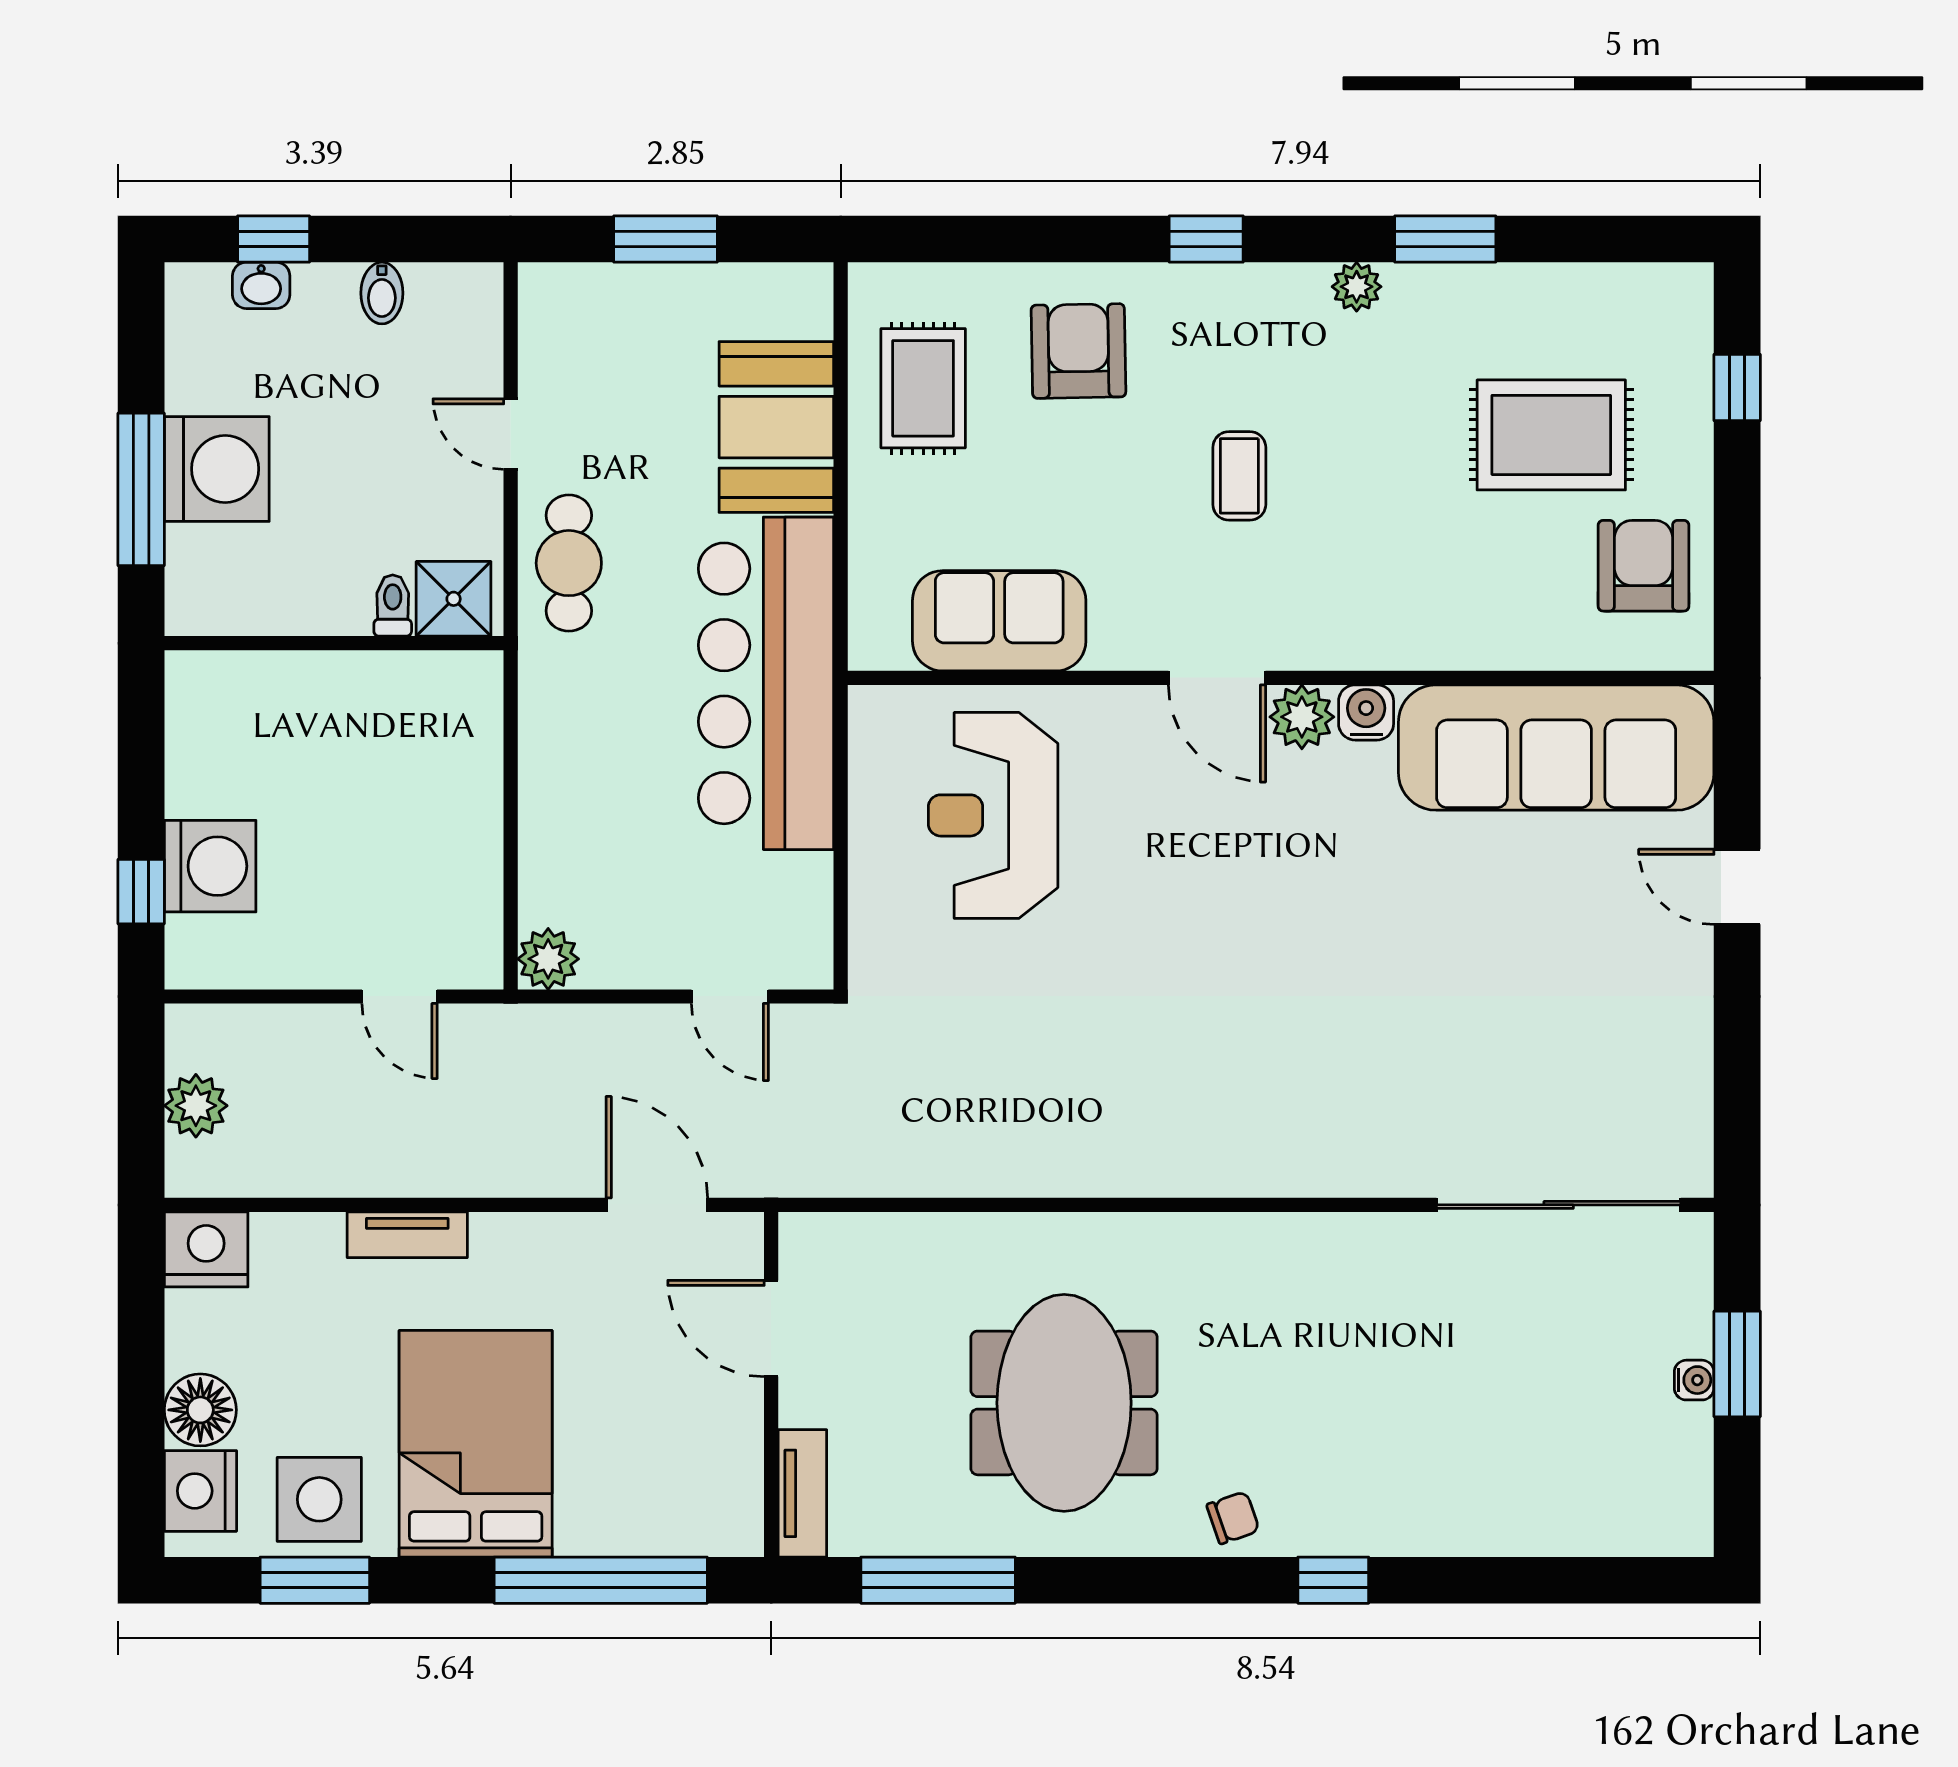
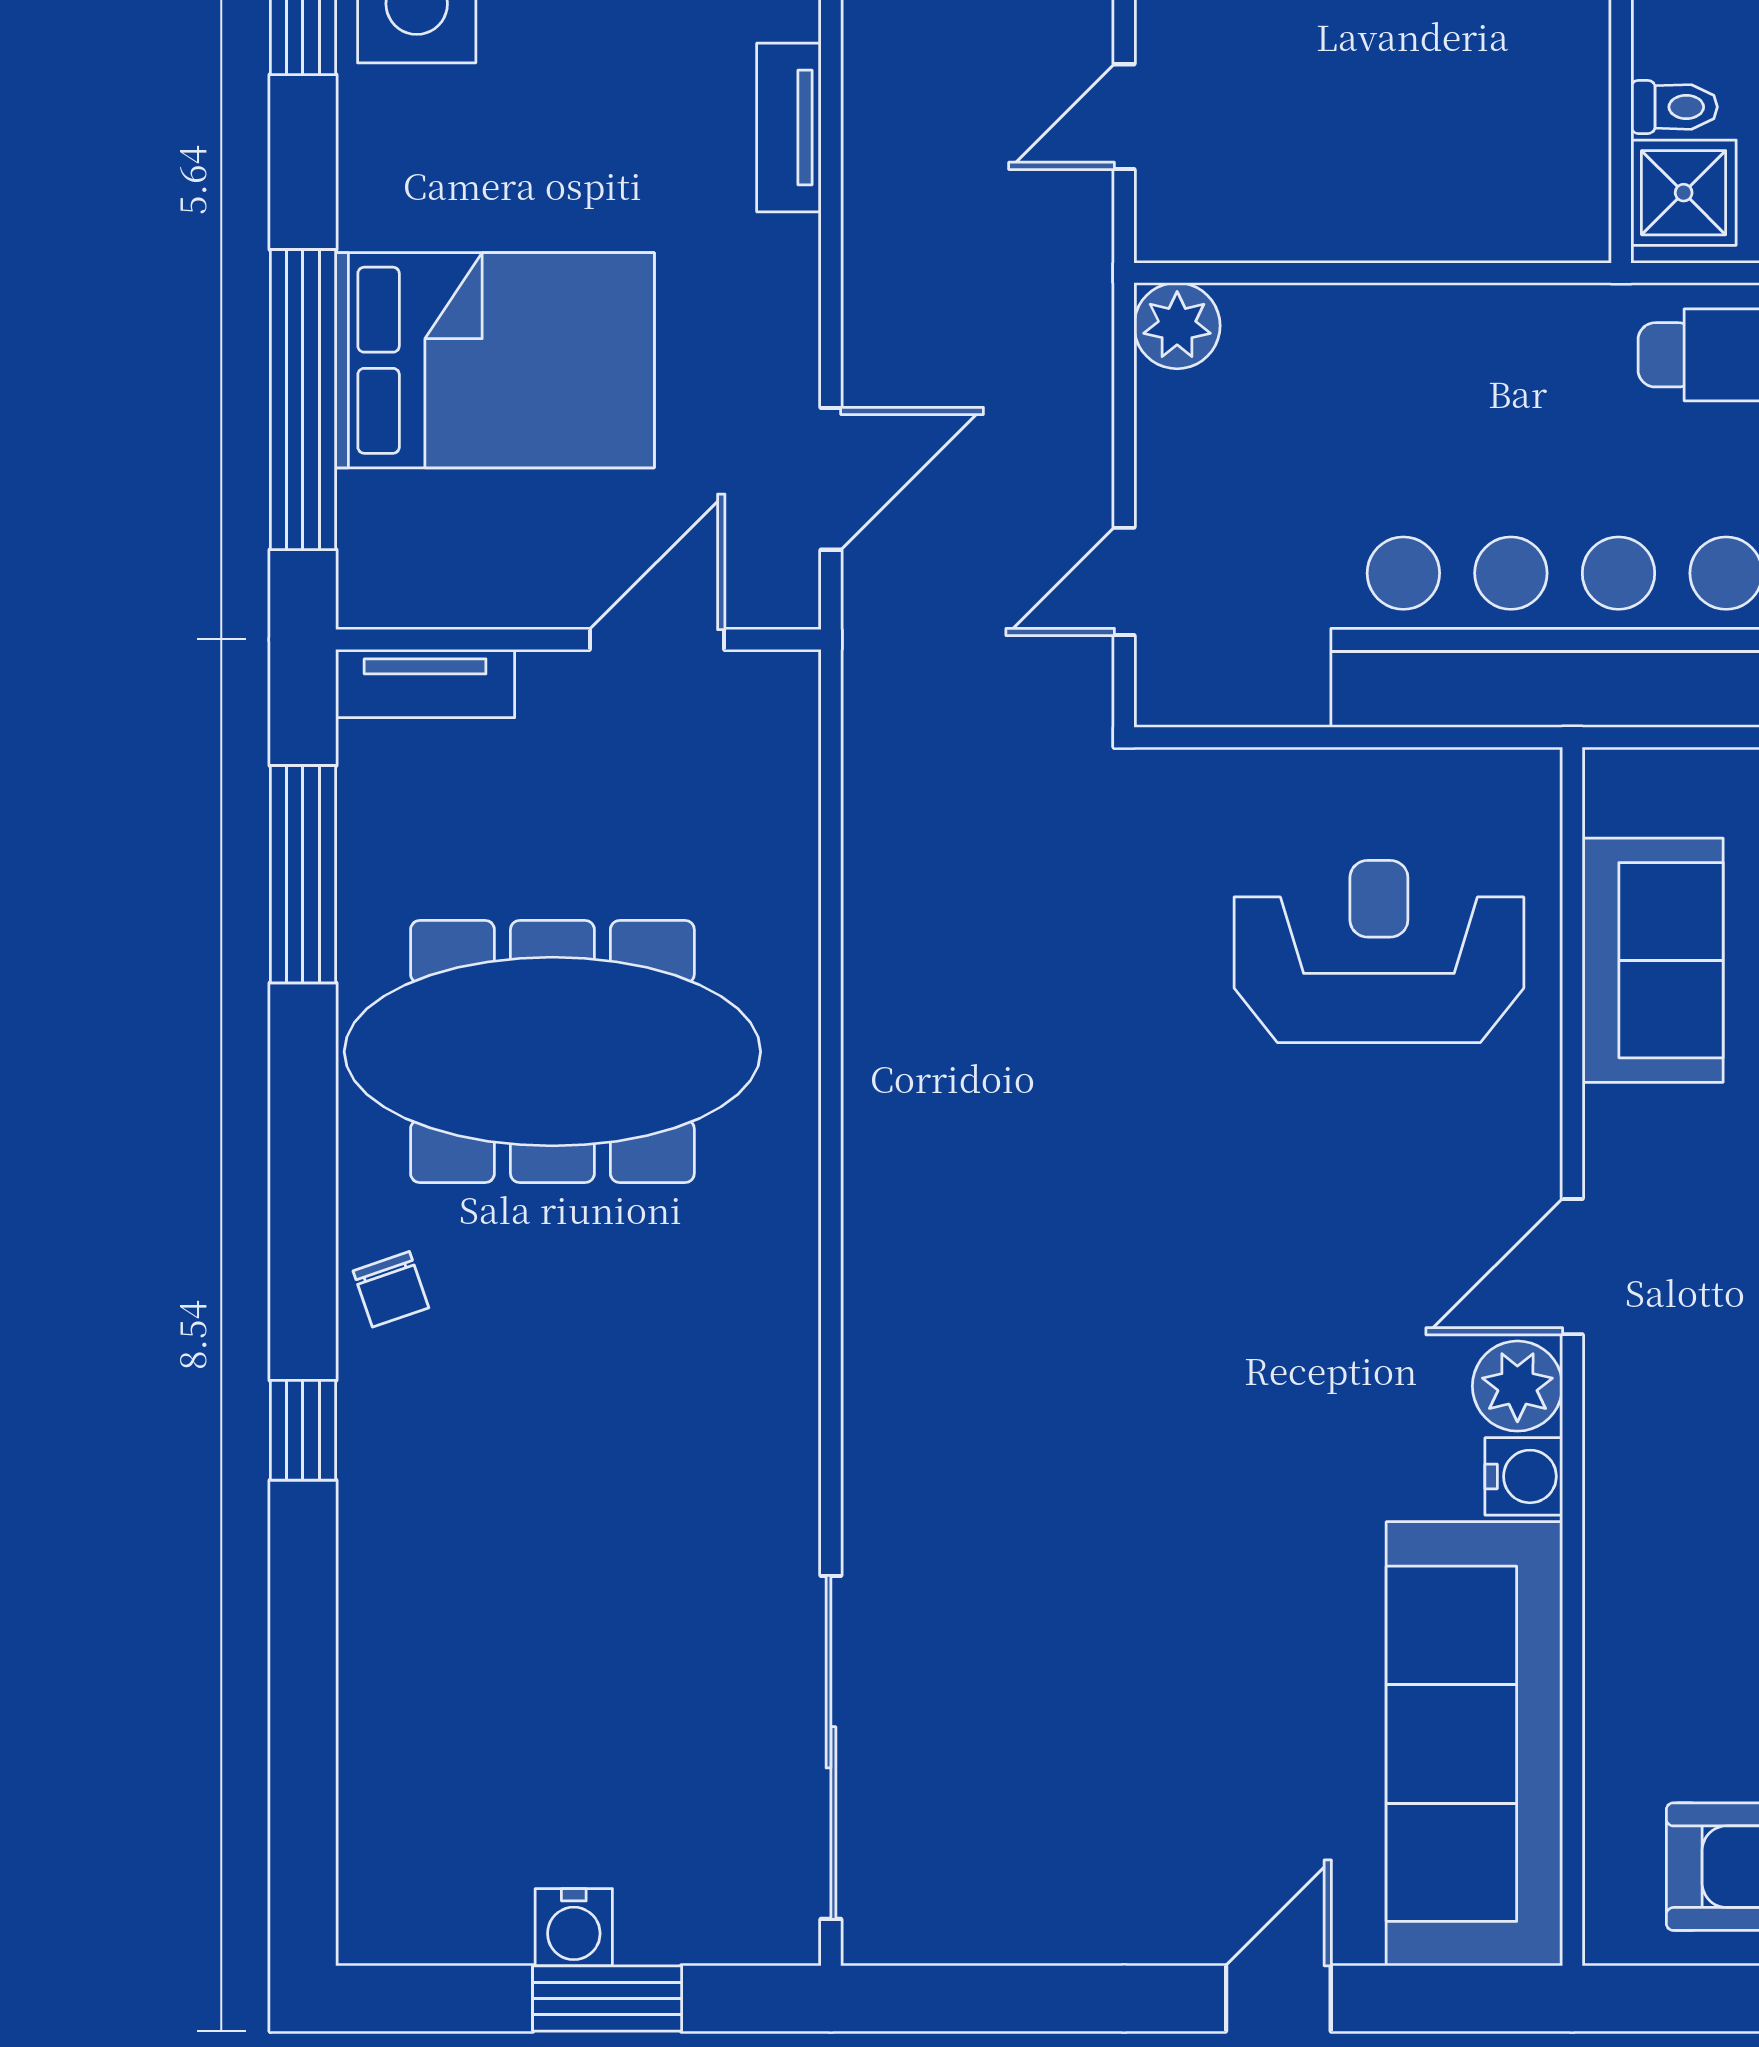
water cooler: (1694, 1380) -> (574, 1927), width x1.38, depth x1.38
meeting table: (1064, 1403) -> (552, 1052), width x1.36
bed: (476, 1444) -> (495, 360), moved

